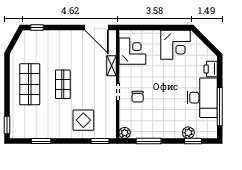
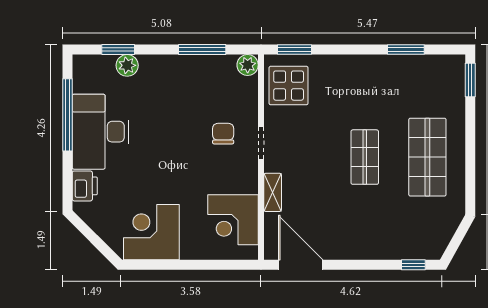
display table: (83, 120) -> (289, 86), moved

